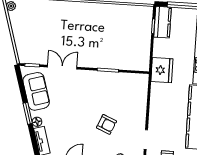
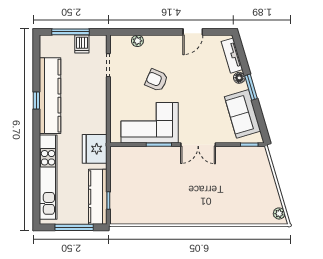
kitchen counter: (162, 22) -> (98, 197), width x1.50
double door: (62, 67) -> (198, 145), moved
corner sofa: (114, 89) -> (150, 123), added

